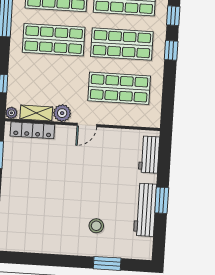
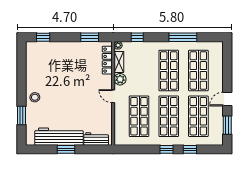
workbench: (145, 210) -> (59, 137), width x1.36, depth x1.32
stool: (96, 226) -> (35, 97), moved

